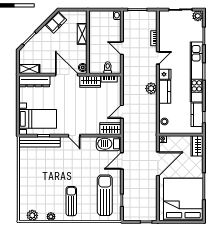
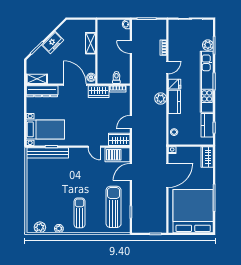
plant: (198, 16) -> (208, 45), moved
freezer: (56, 22) -> (53, 43), moved
door: (122, 48) -> (131, 47), moved
door: (74, 136) -> (94, 147), moved

